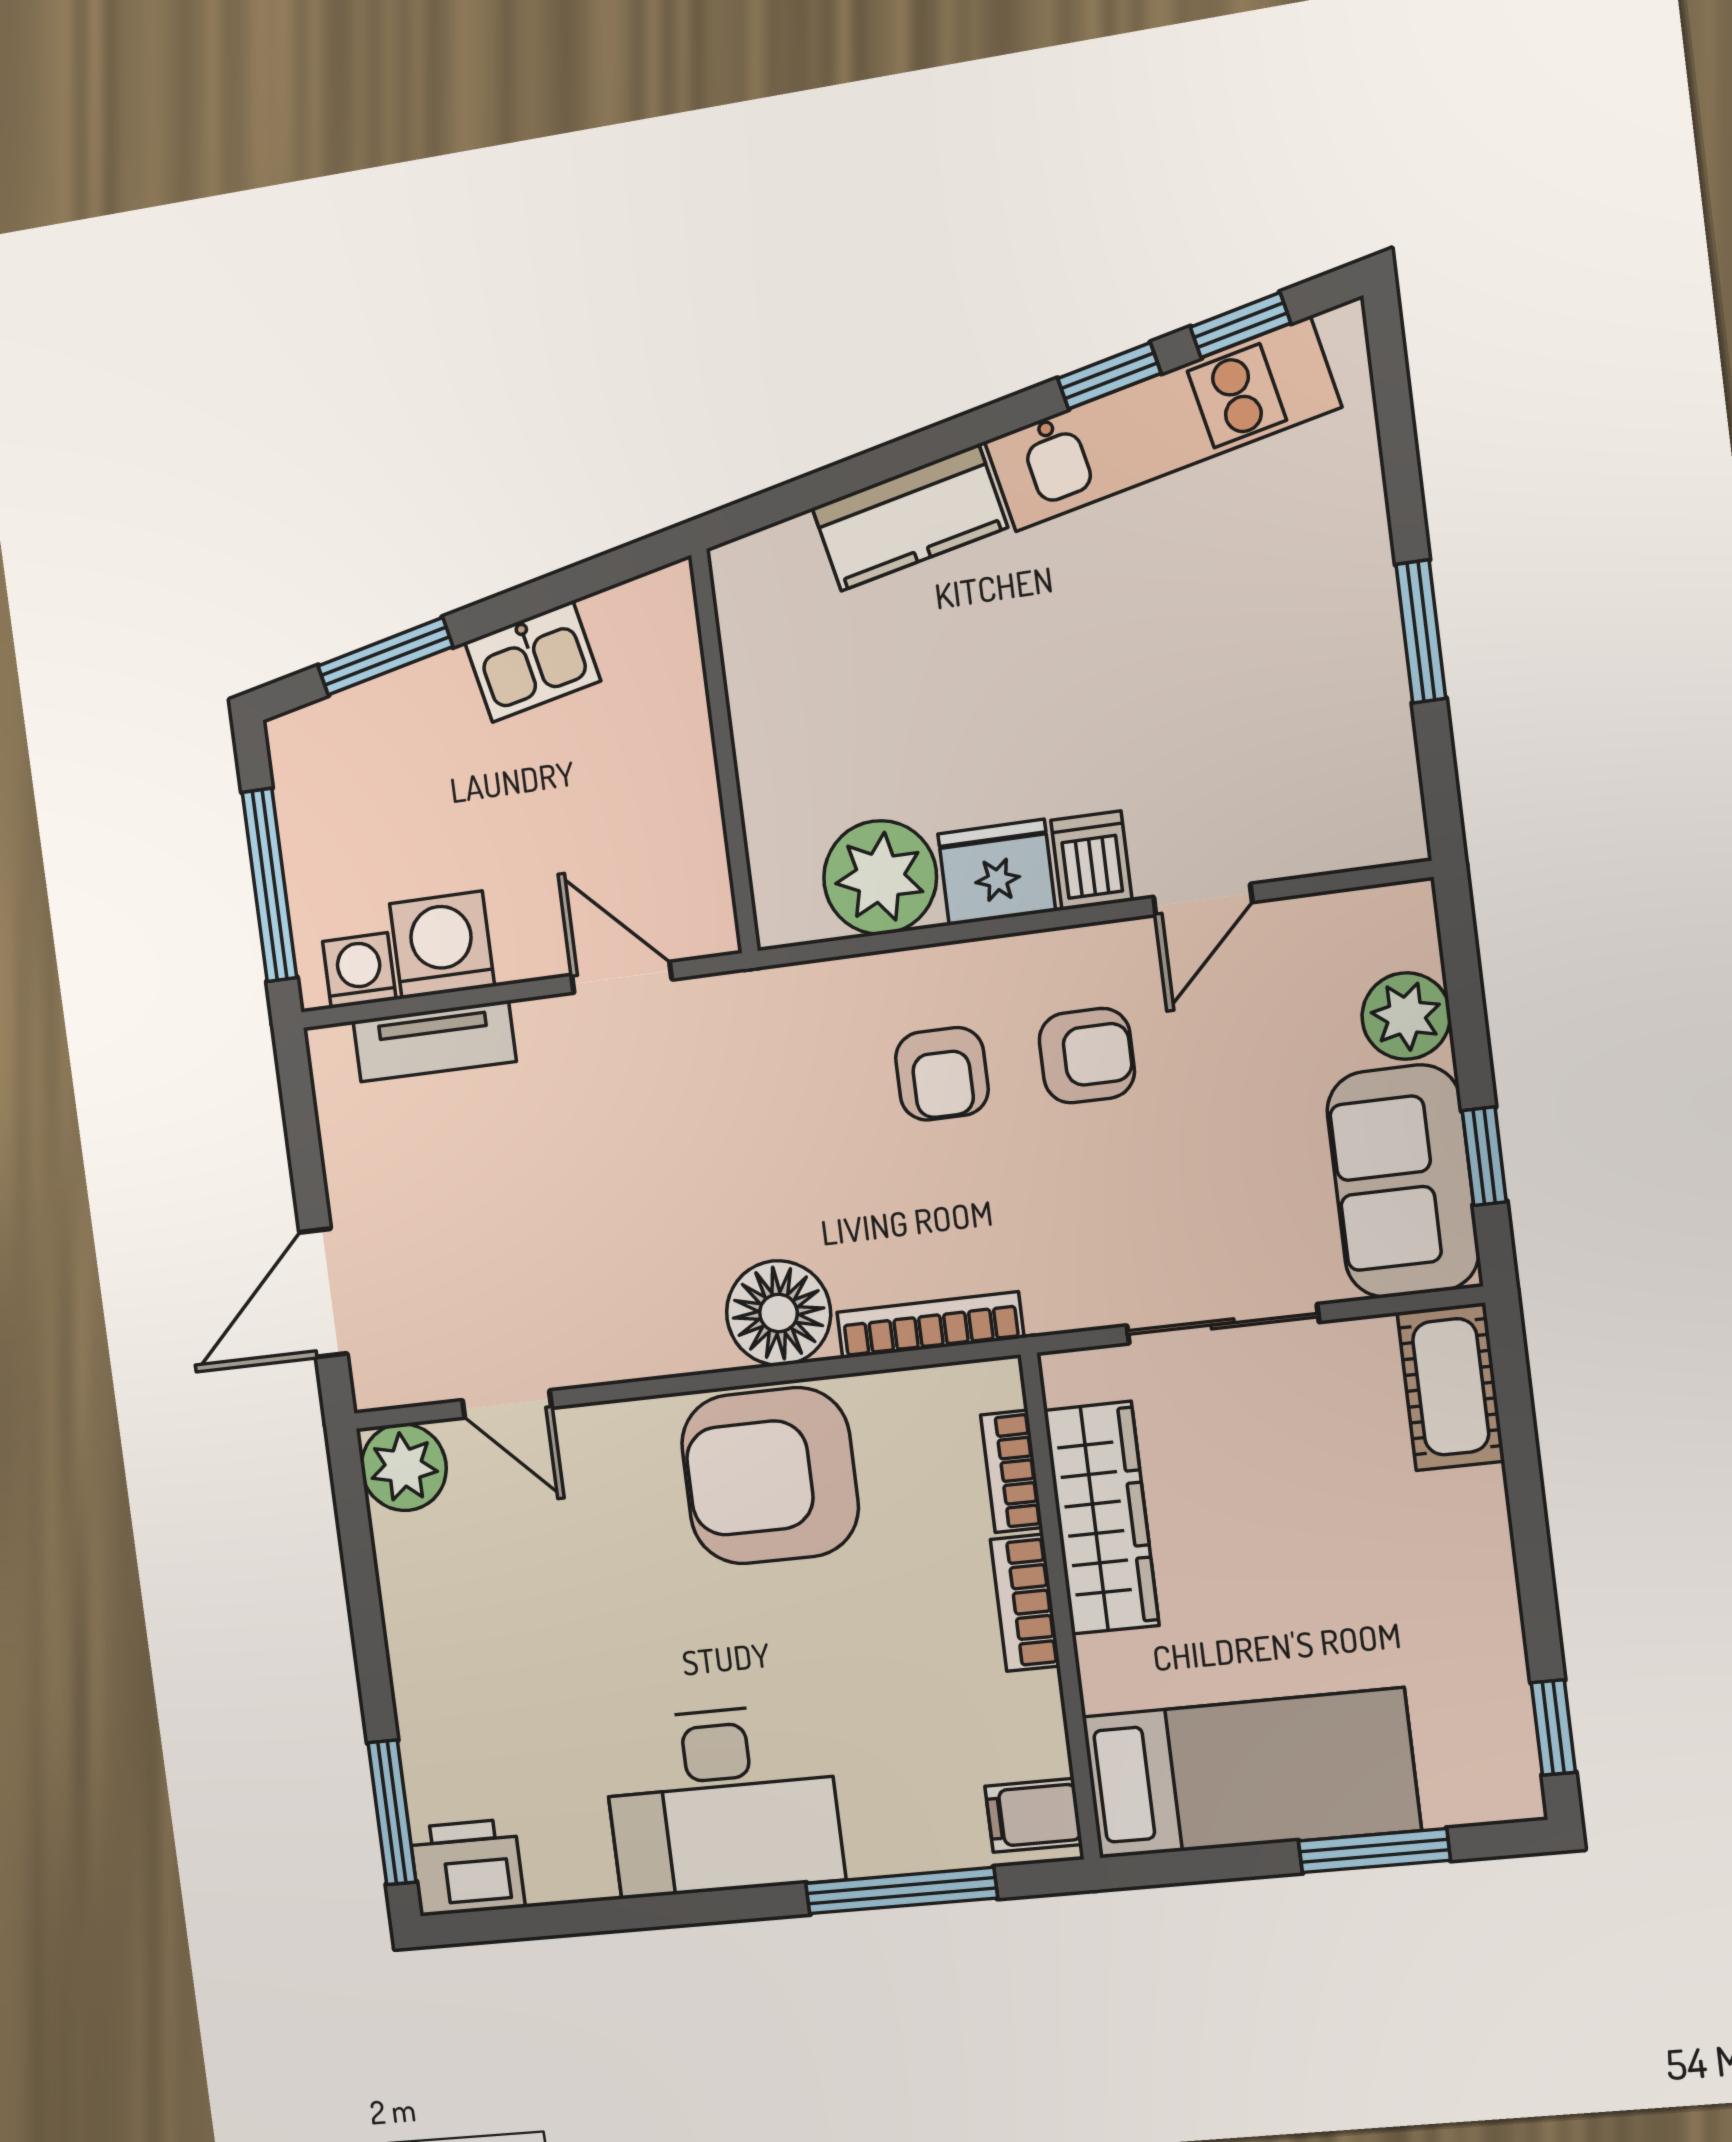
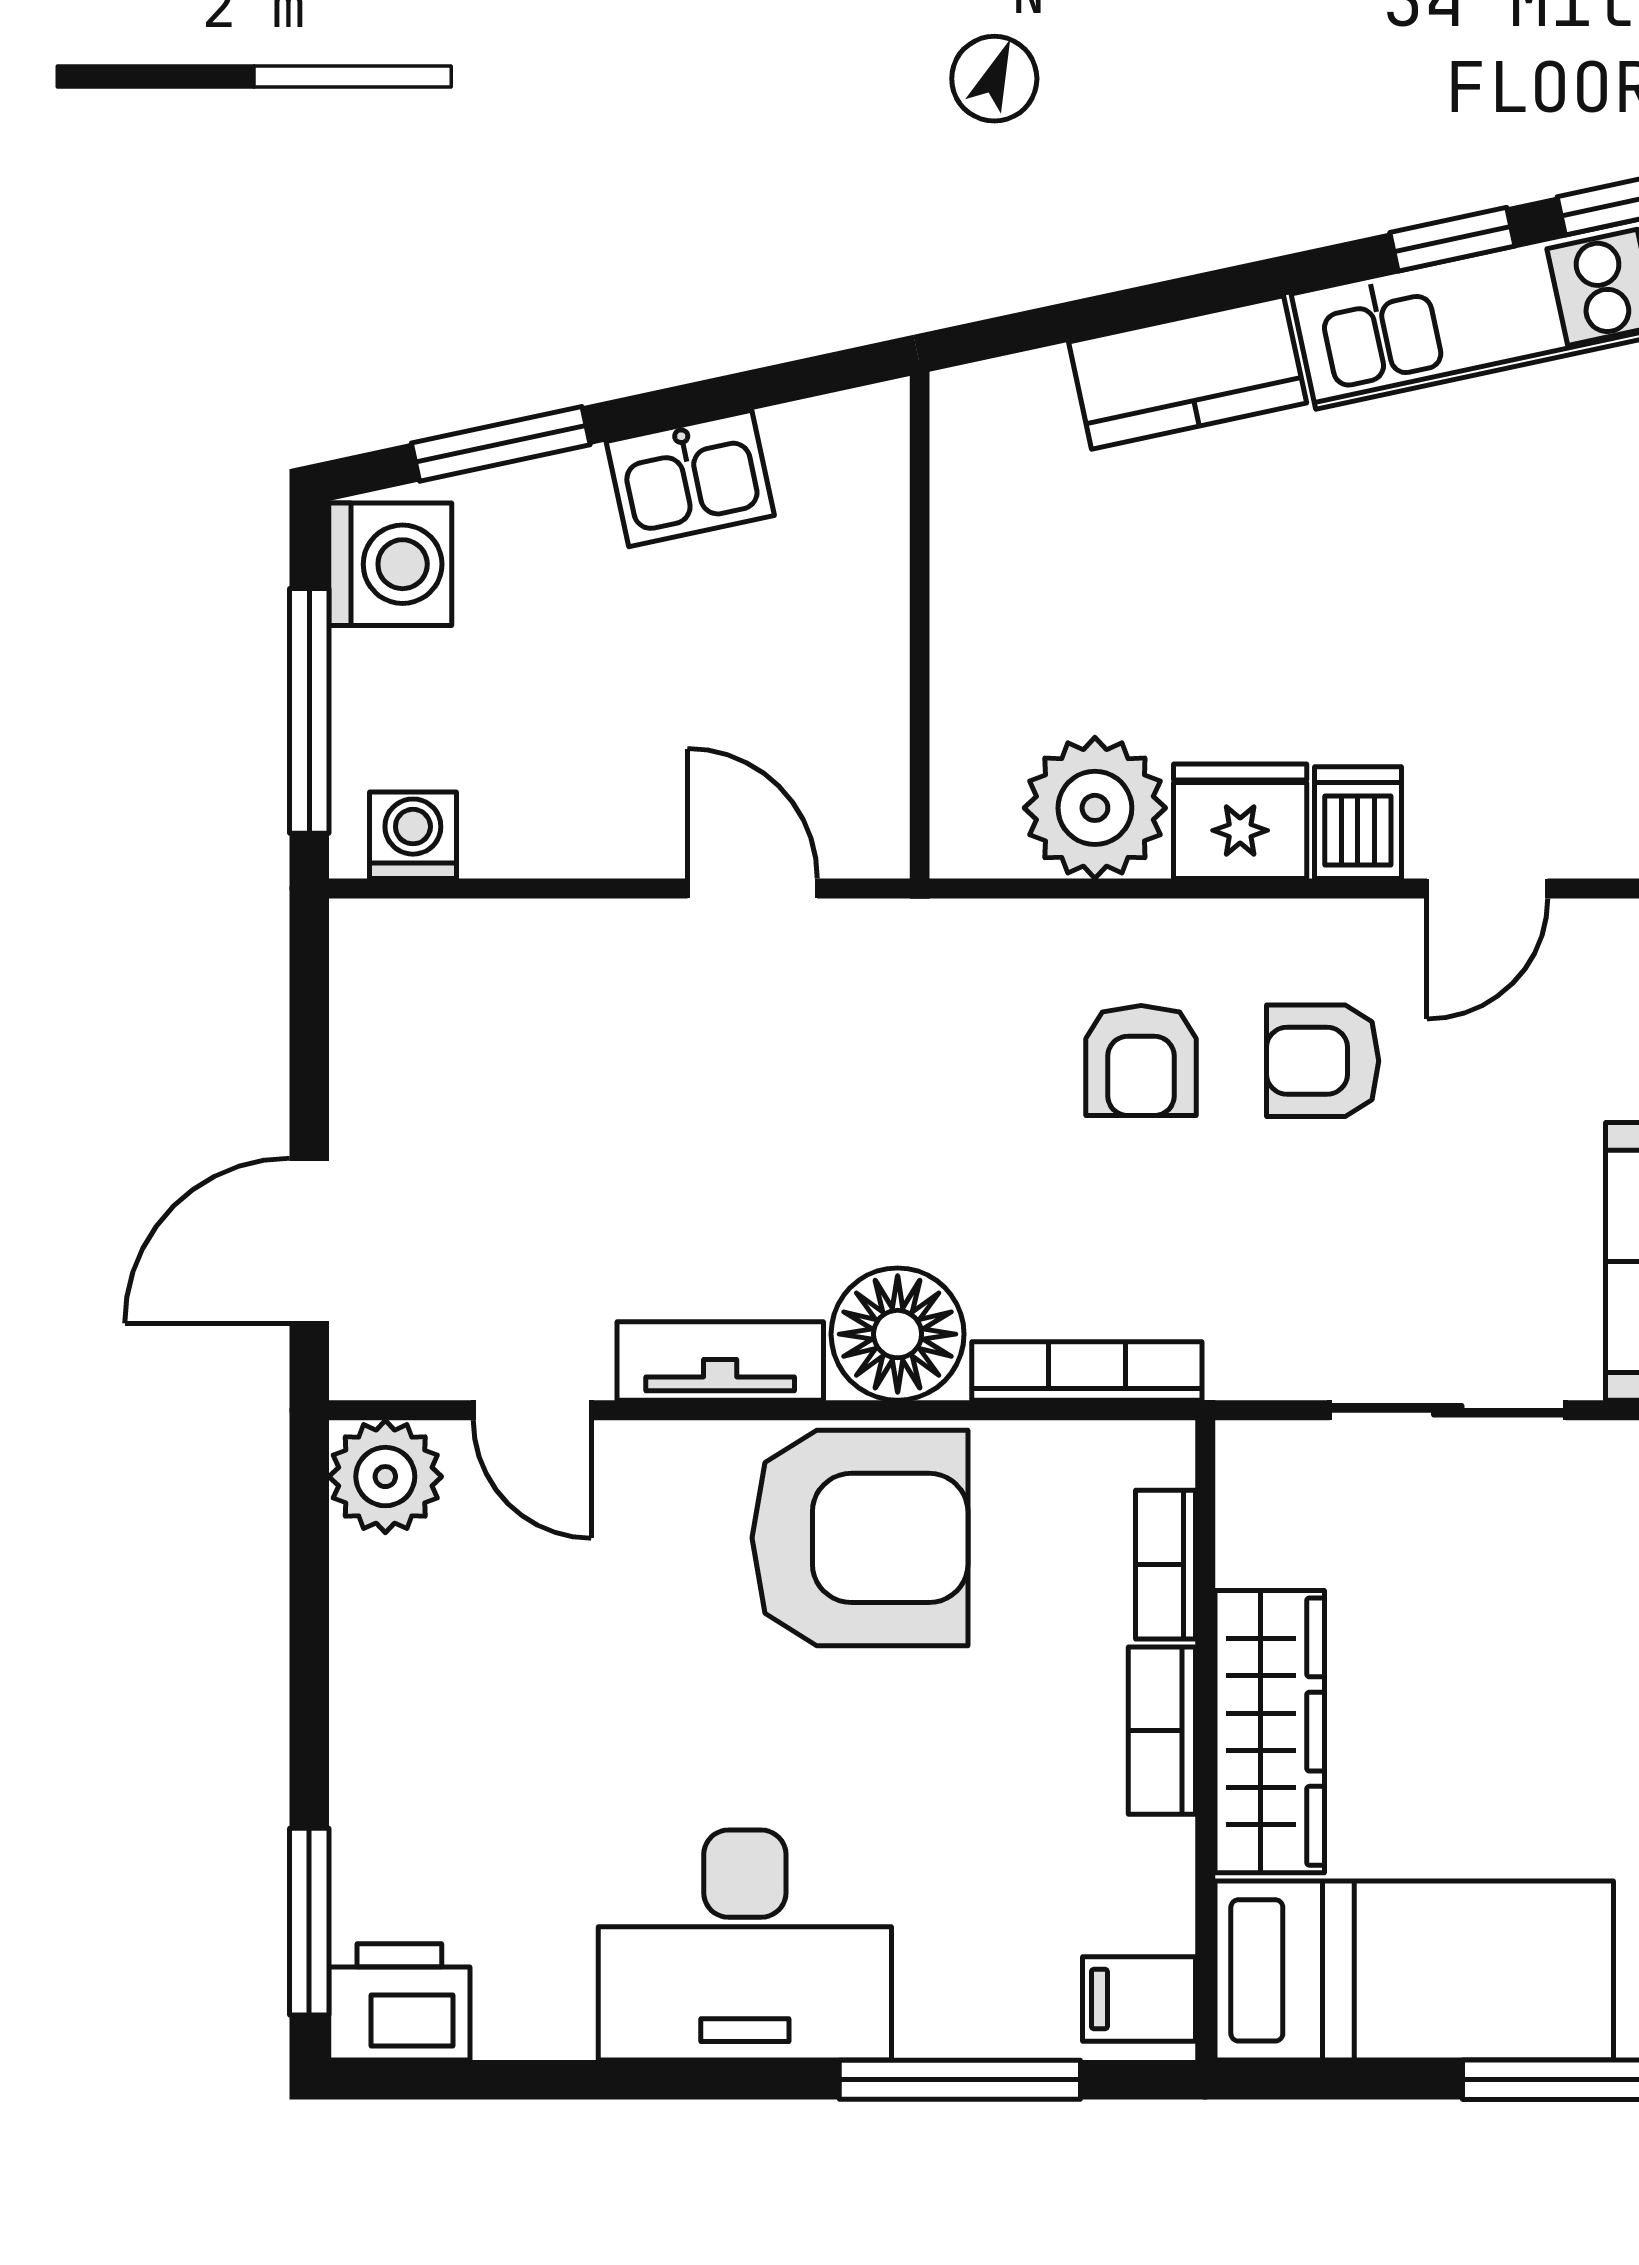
washing machine: (442, 945) -> (390, 564), moved, turned 90
tv unit: (434, 1041) -> (720, 1361), moved, turned 180
armchair: (1087, 1056) -> (1323, 1061), turned 180
armchair: (770, 1476) -> (860, 1538), turned 180
wardrobe: (1101, 1518) -> (1270, 1732), moved

